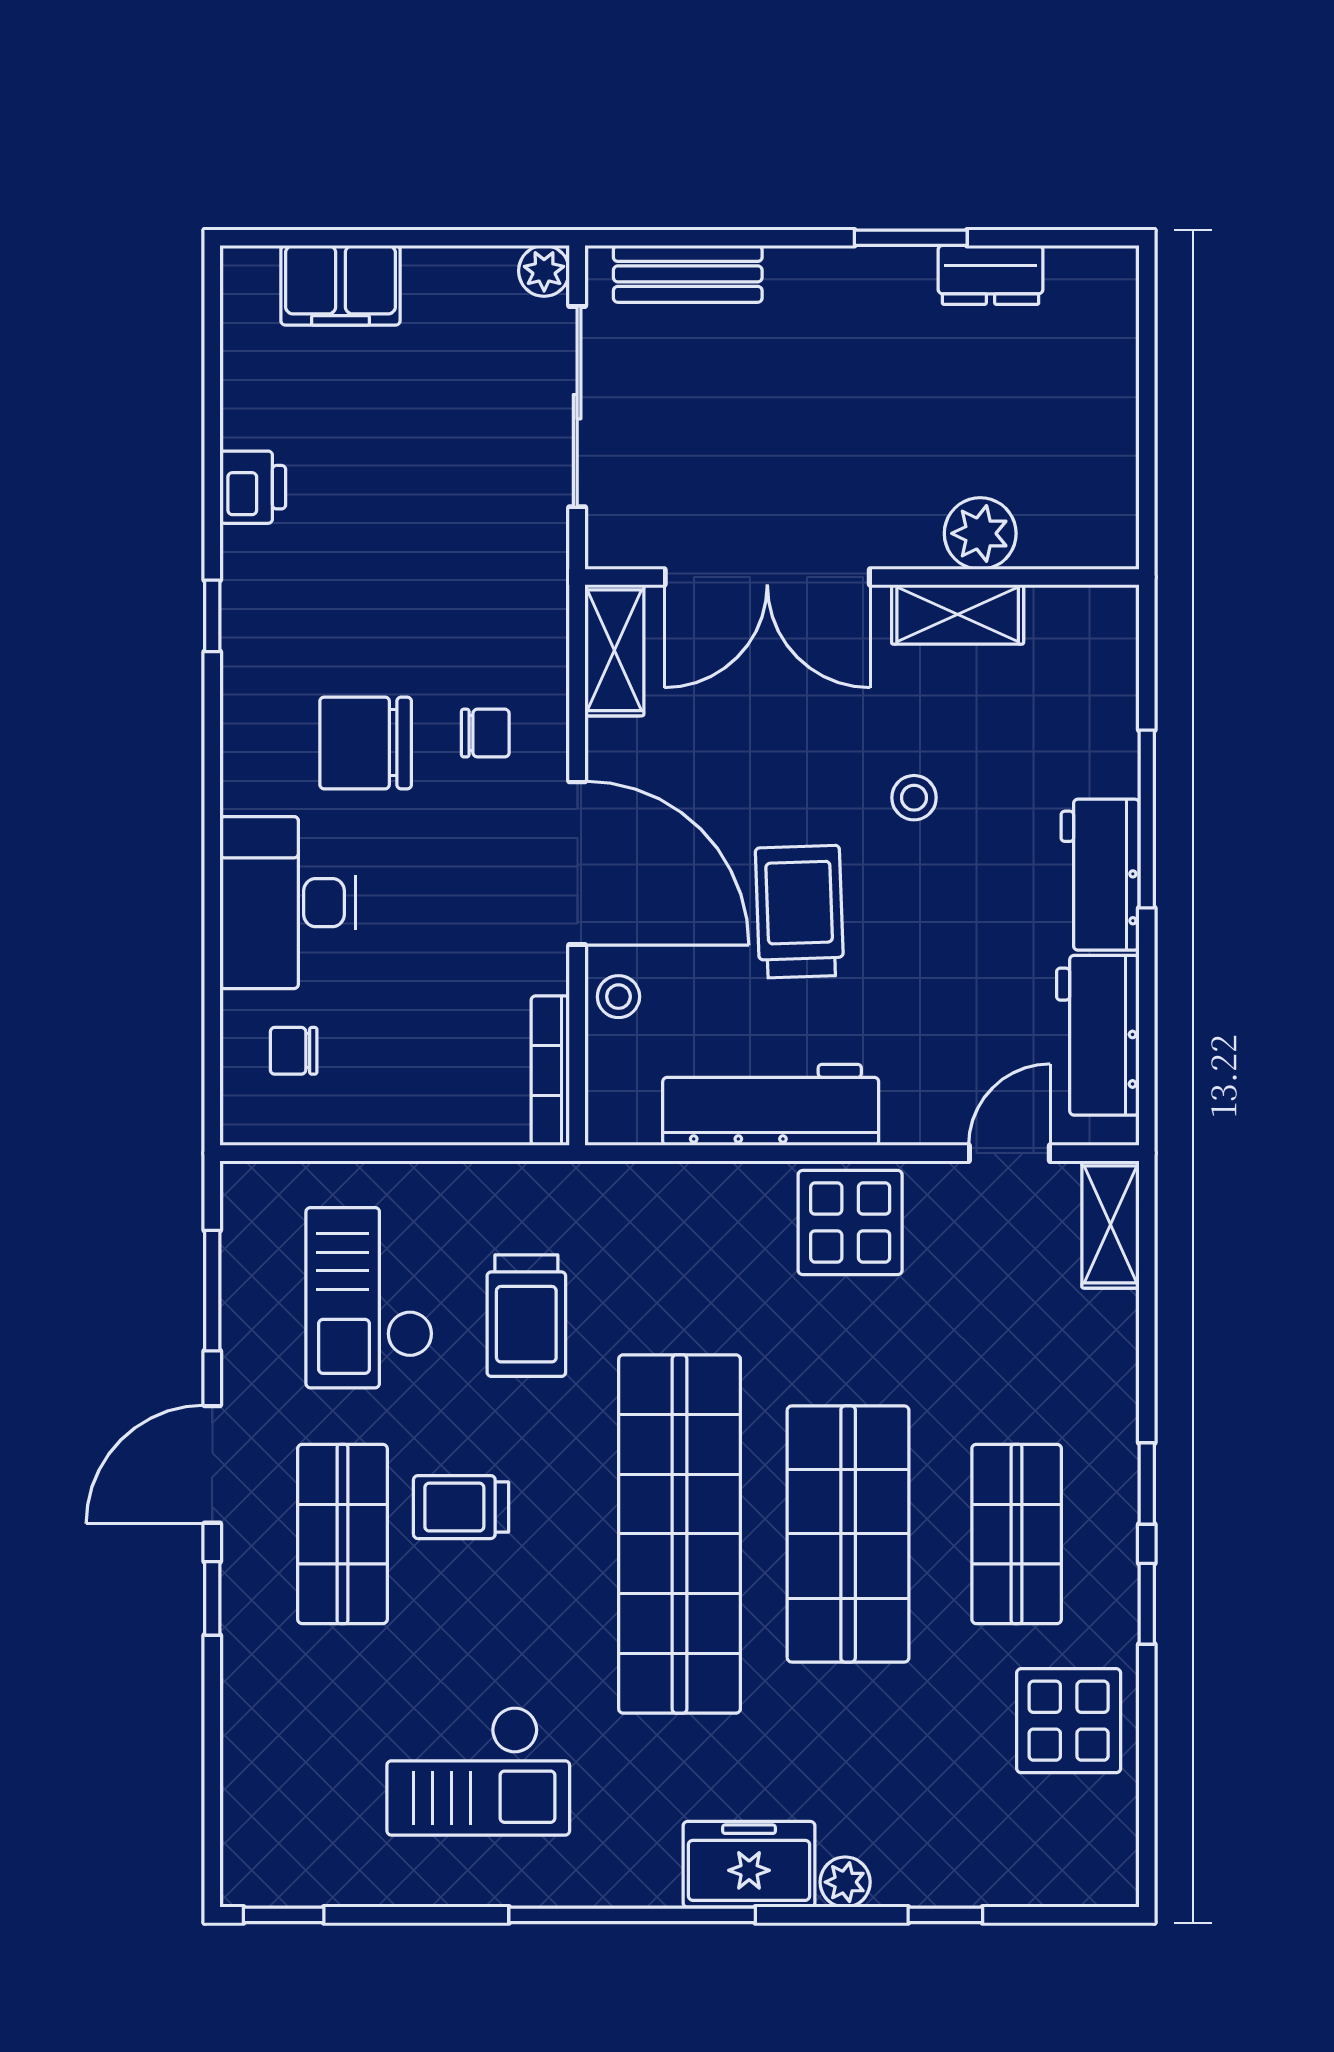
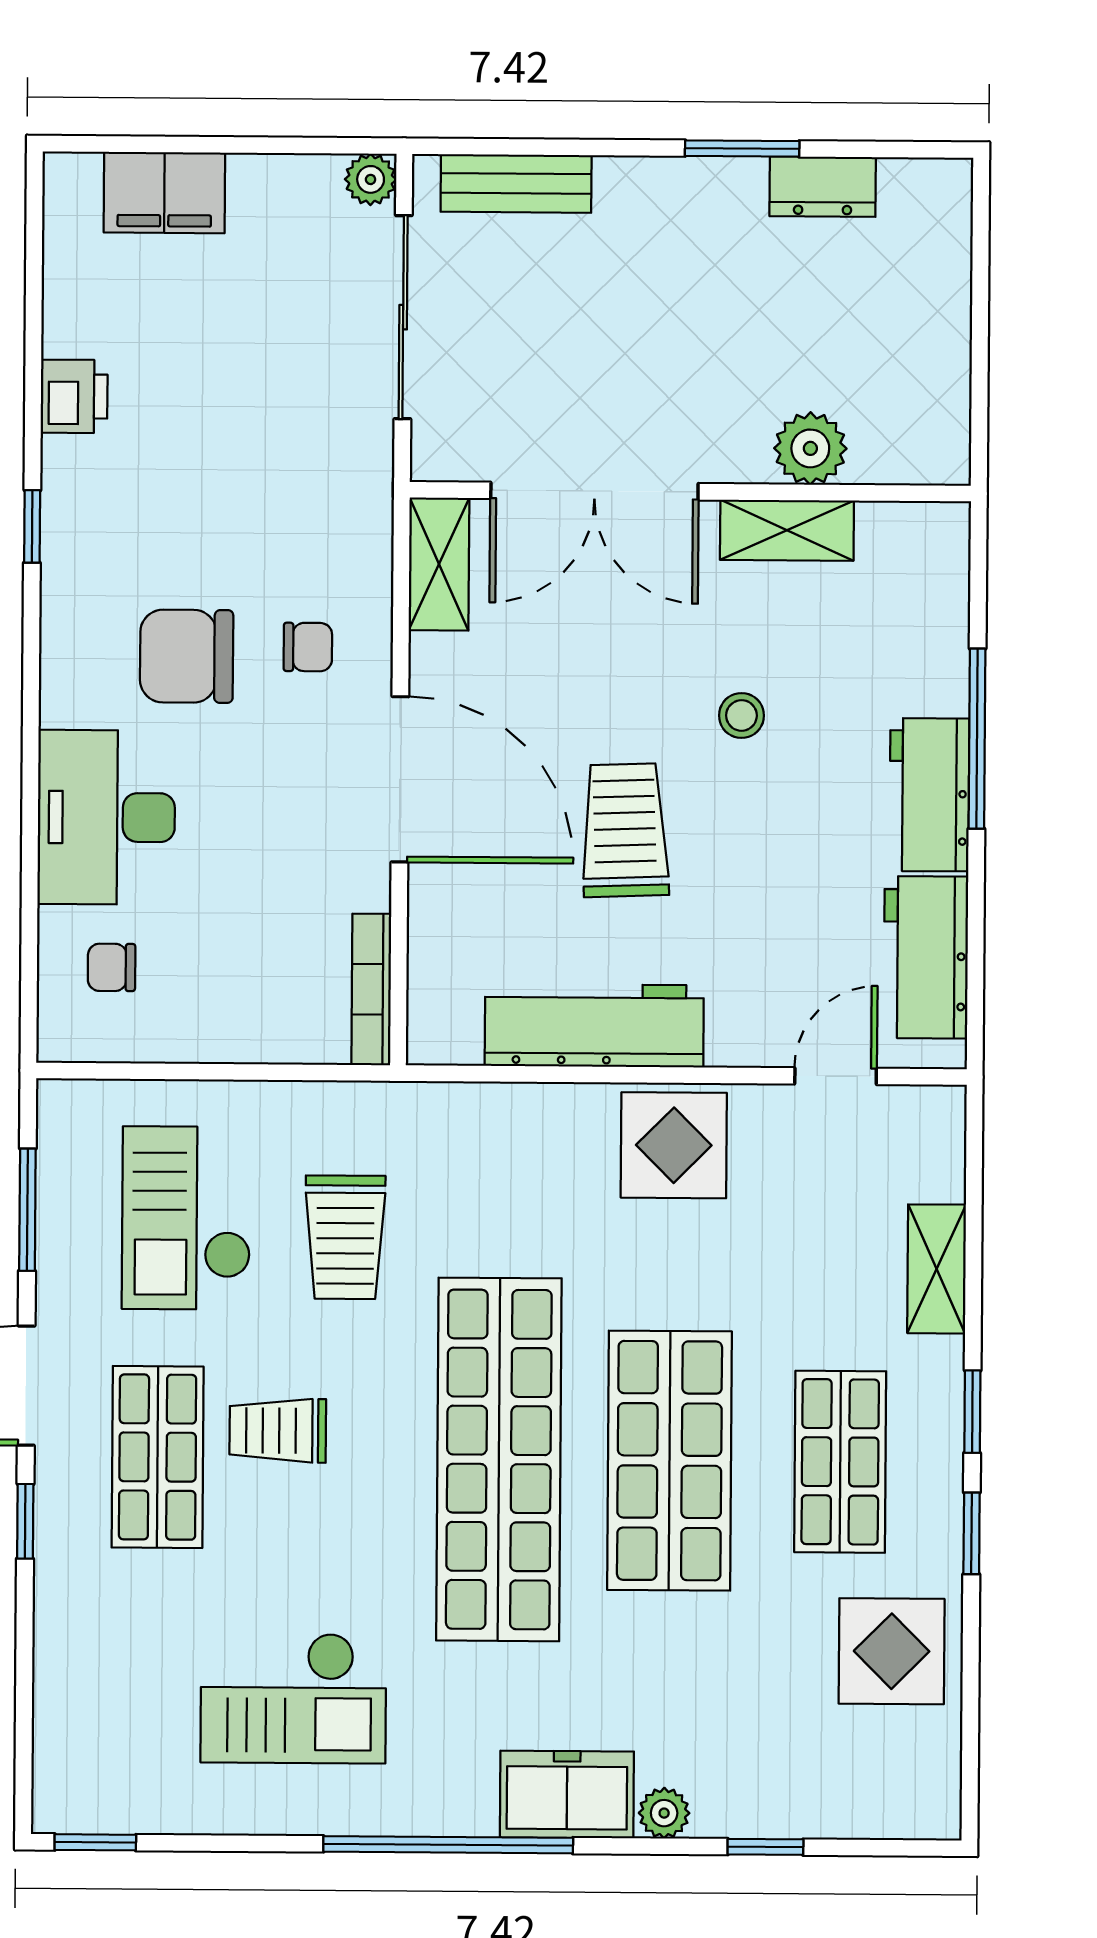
stool: (618, 997) -> (441, 915), removed
shelving: (1110, 1224) -> (937, 1269), moved

